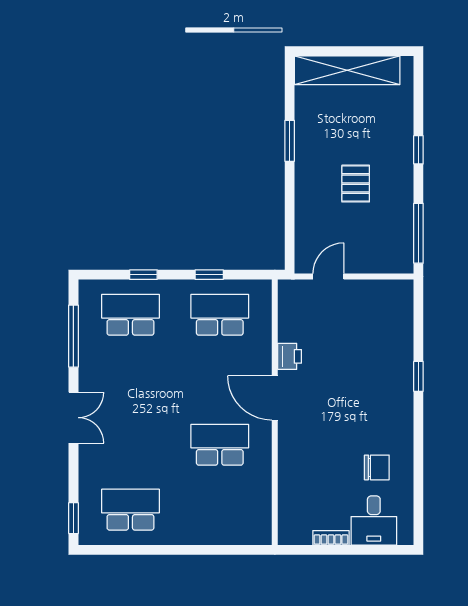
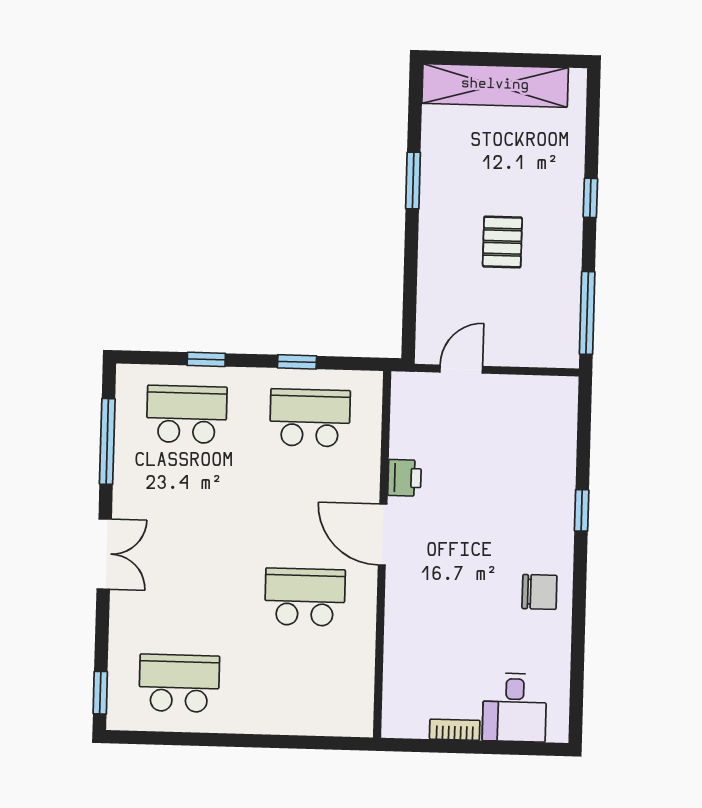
chair: (377, 467) -> (539, 592), moved

